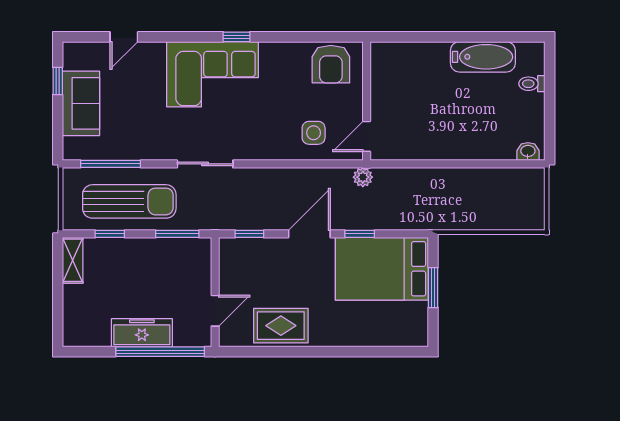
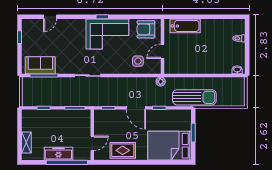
bathtub: (483, 57) -> (185, 26), moved
armchair: (331, 64) -> (146, 29), turned 90
corner sofa: (212, 74) -> (107, 34), moved
sofa: (81, 103) -> (40, 65), moved, turned -90
door: (367, 136) -> (162, 51), moved
sun lounger: (129, 201) -> (194, 97), moved
door: (309, 234) -> (136, 108), swing flipped
shelving: (73, 260) -> (26, 143), moved
bed: (382, 269) -> (170, 146), moved

